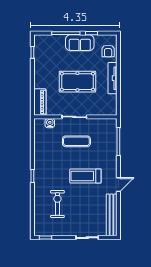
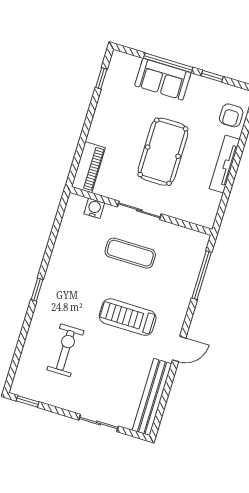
sofa: (80, 43) -> (163, 79), moved
pool table: (77, 82) -> (163, 152), turned 90

